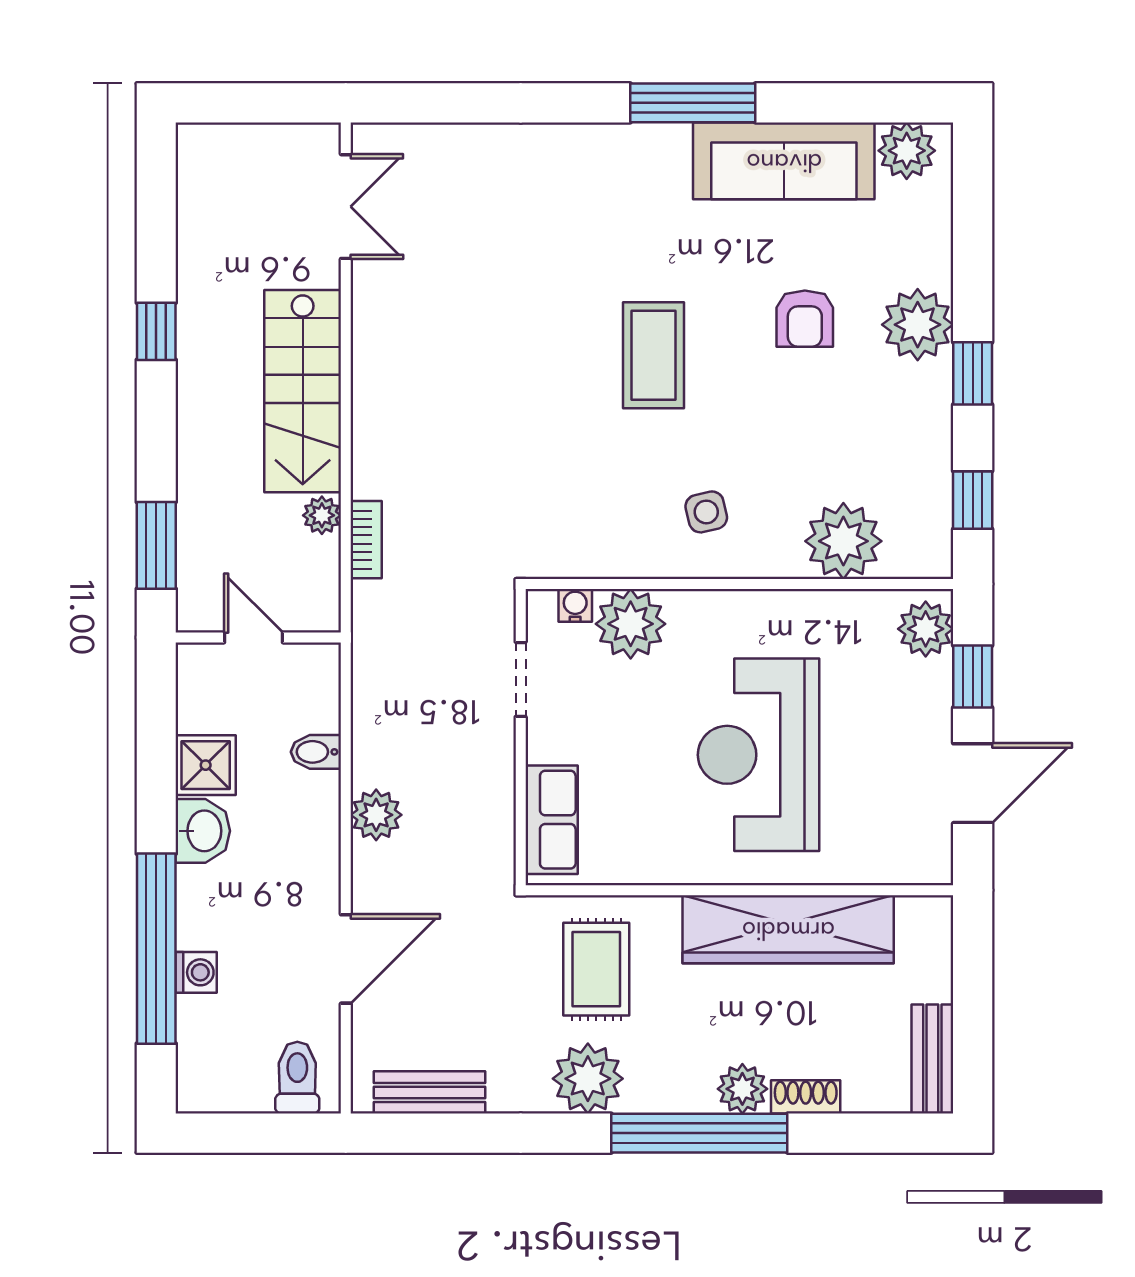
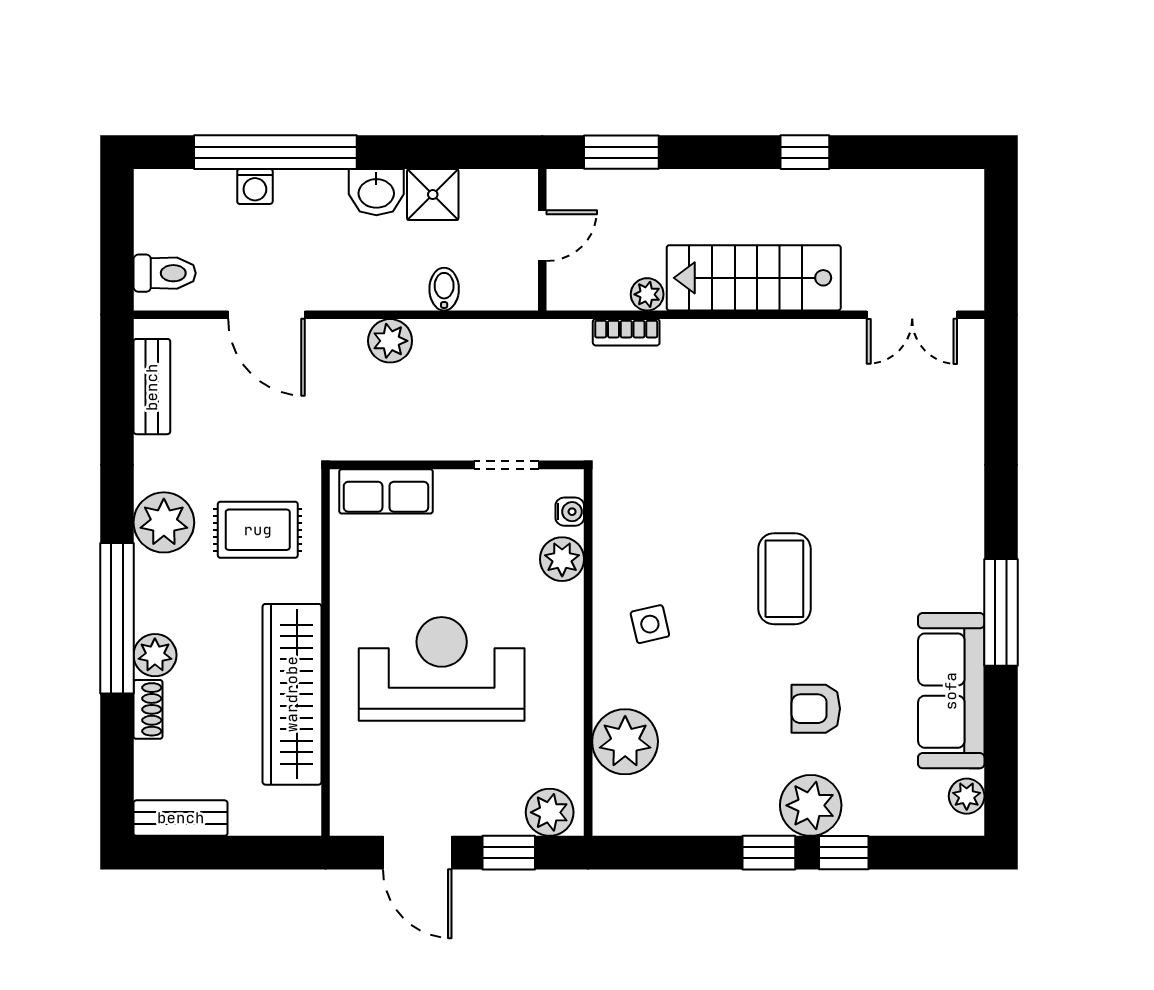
plant: (907, 151) -> (967, 796), width x0.73, depth x0.73
coffee table: (653, 355) -> (784, 579), turned 90
window: (973, 500) -> (844, 853), moved
plant: (631, 624) -> (562, 559), width x0.73, depth x0.73

